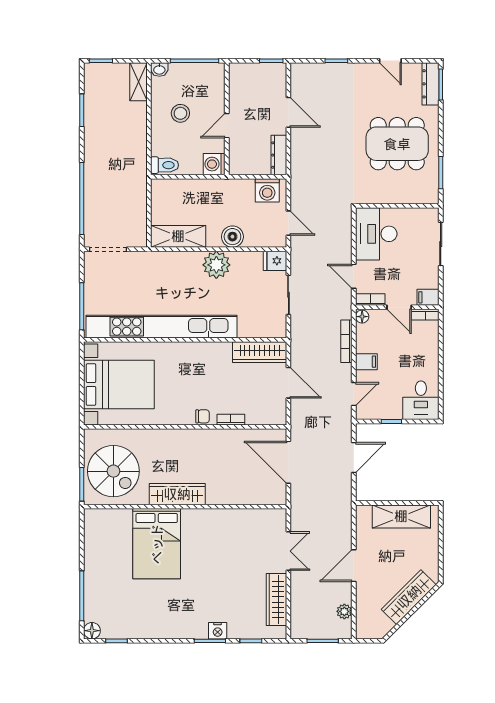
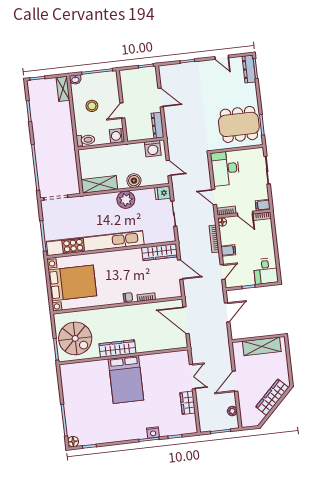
dining table: (397, 144) -> (239, 124), moved
bed: (157, 544) -> (126, 379), moved
wardrobe: (277, 600) -> (188, 403), width x0.67

